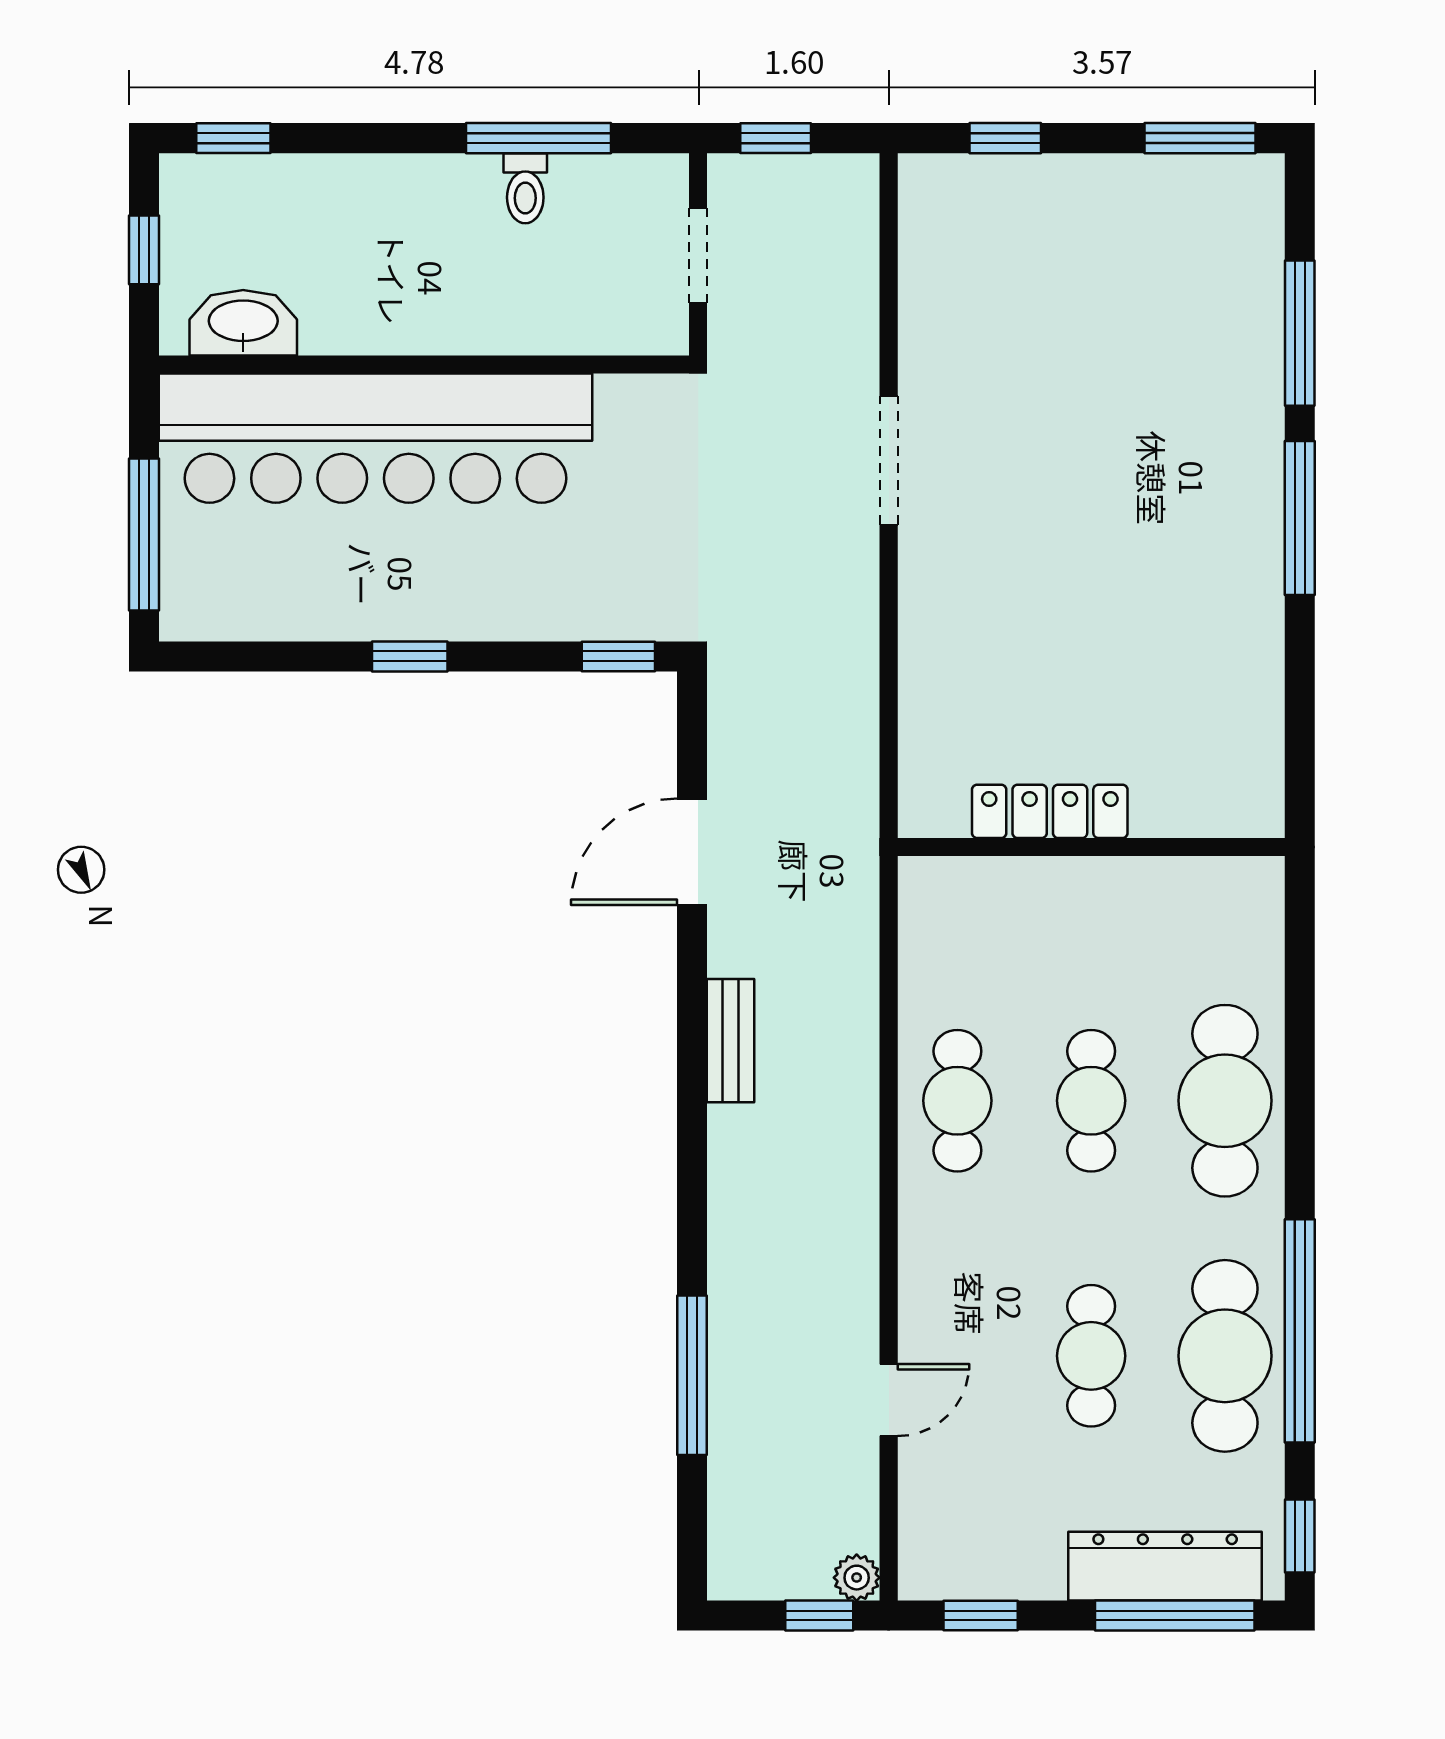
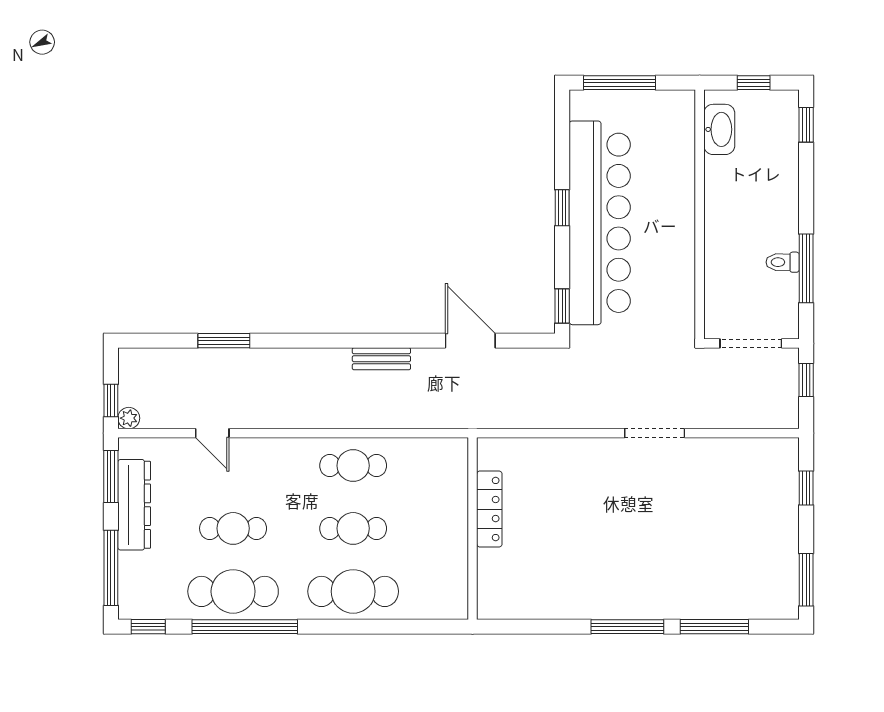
doorway: (698, 256) -> (751, 343), width x1.38
bar counter: (376, 438) -> (600, 223), moved, turned 180
window: (692, 1375) -> (224, 341), width x0.69
dresser: (1165, 1566) -> (134, 505), moved
window: (981, 1616) -> (111, 476), width x1.50

